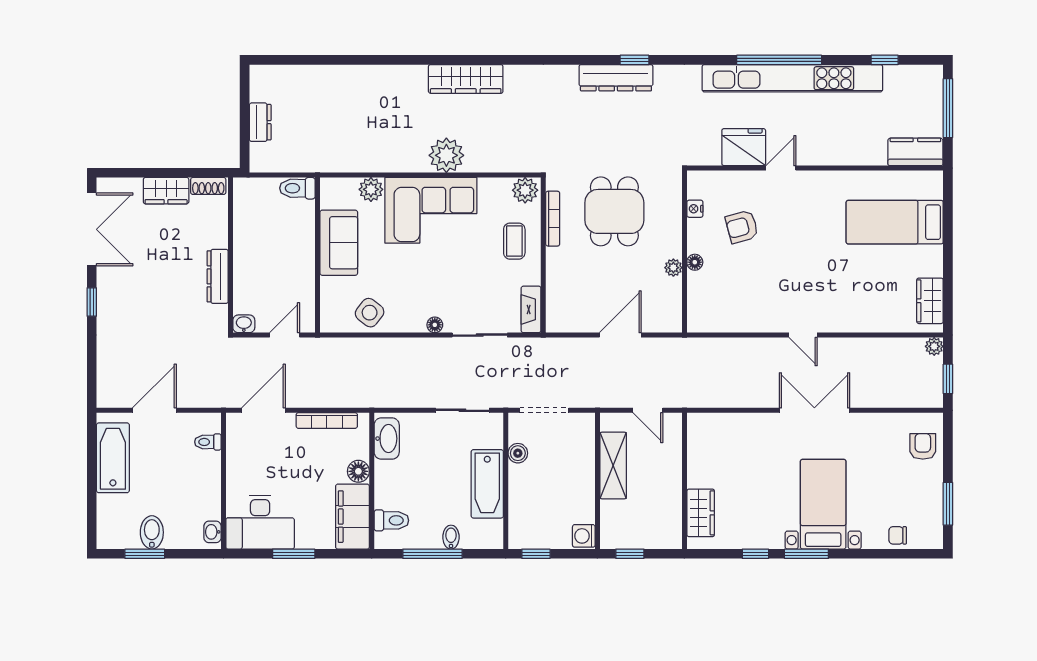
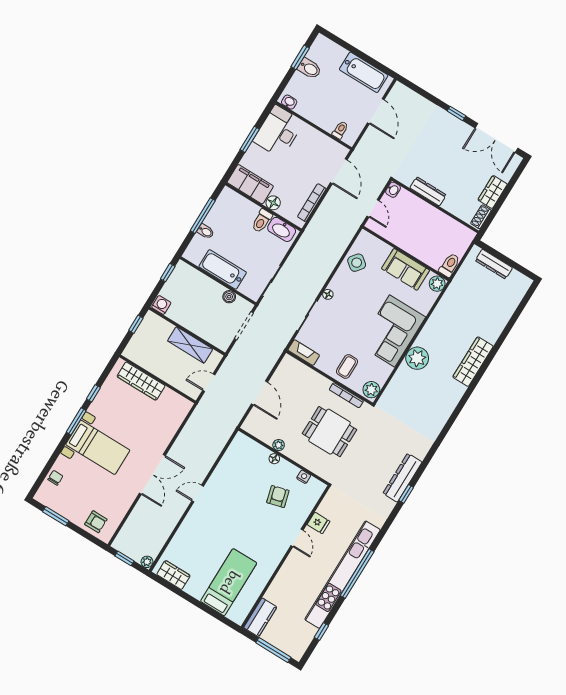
wardrobe: (466, 79) -> (473, 362), moved
dresser: (260, 122) -> (494, 264), width x1.44
fridge: (744, 147) -> (318, 523), width x0.53, depth x0.75
plant: (371, 189) -> (437, 284), moved
coffee table: (514, 241) -> (347, 367), turned 90
wardrobe: (701, 513) -> (141, 381), width x1.50
toilet: (391, 520) -> (262, 221), moved

